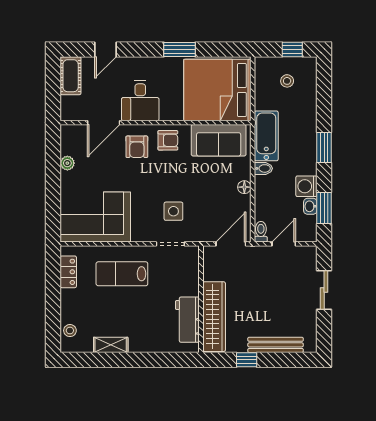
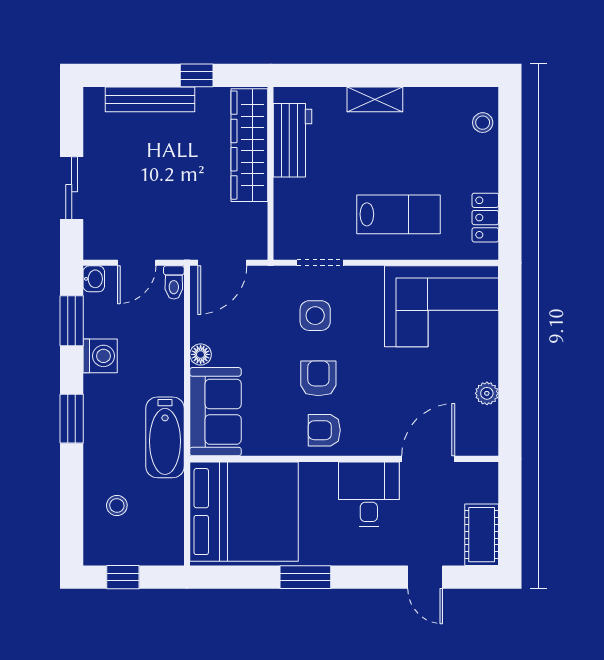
door: (105, 50) -> (425, 577), swing flipped
stool: (287, 81) -> (117, 505), moved
sofa: (219, 140) -> (215, 412), moved, turned 90
armchair: (137, 147) -> (318, 378), moved
bidet: (263, 168) -> (170, 385), removed
washbasin: (310, 206) -> (94, 279), moved
shelving: (111, 345) -> (375, 99), moved

